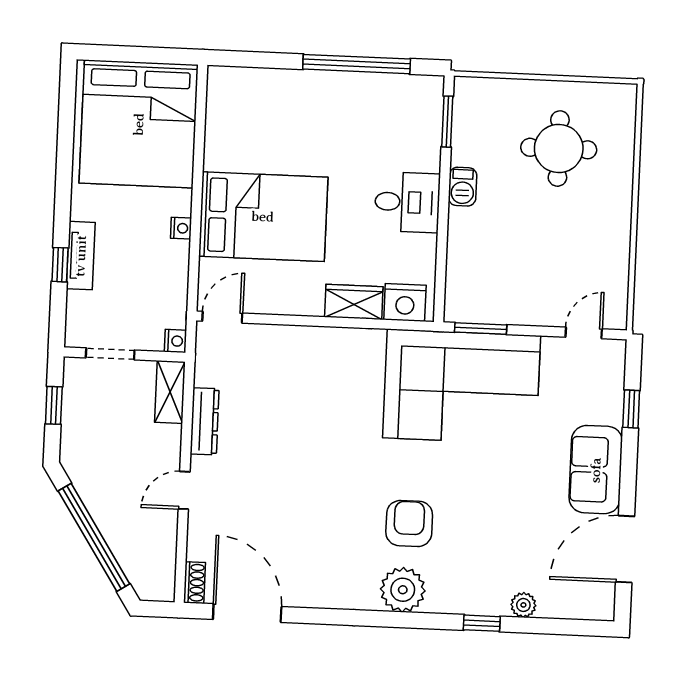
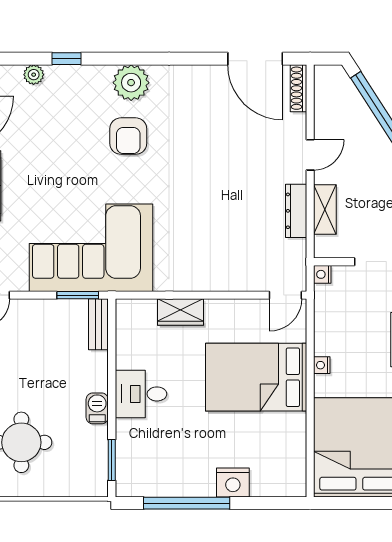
bench: (456, 291) -> (98, 324), added
nightstand: (405, 302) -> (233, 482), moved, turned 180
shelving: (170, 392) -> (325, 210), moved
shoe rack: (195, 583) -> (298, 88), width x1.43

